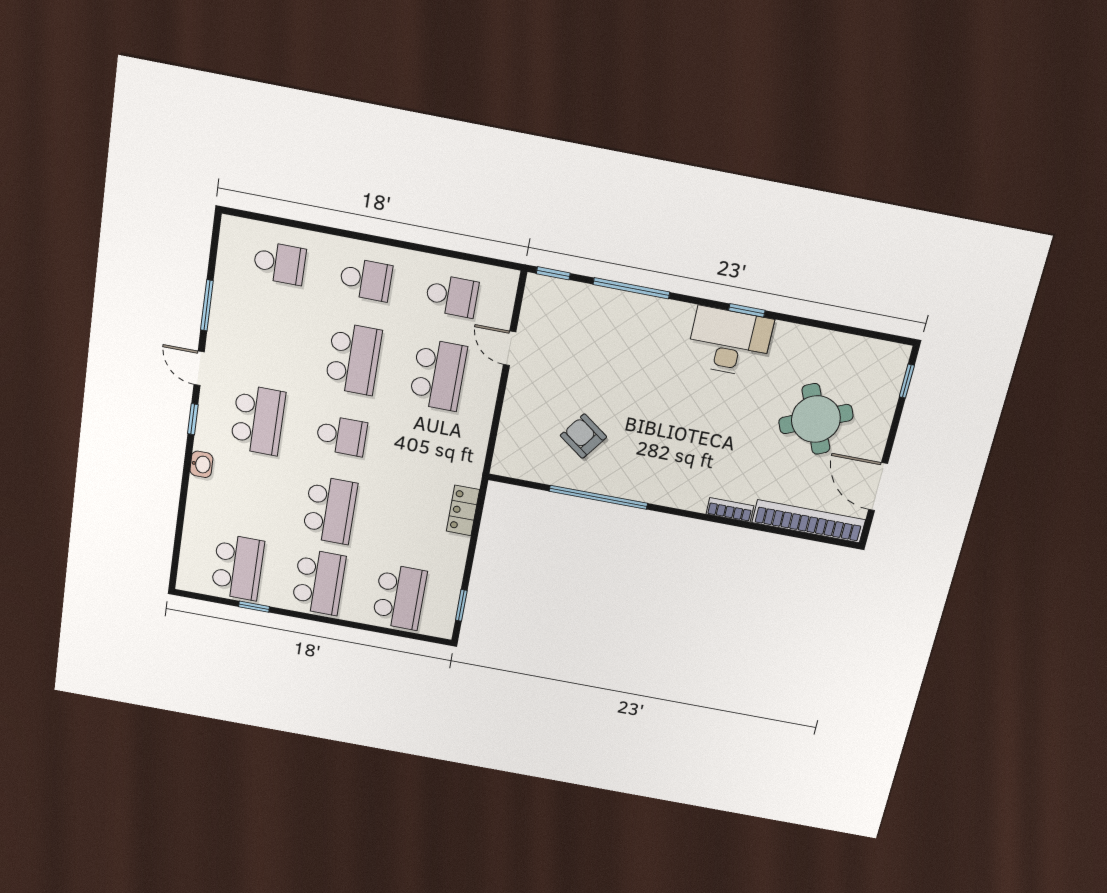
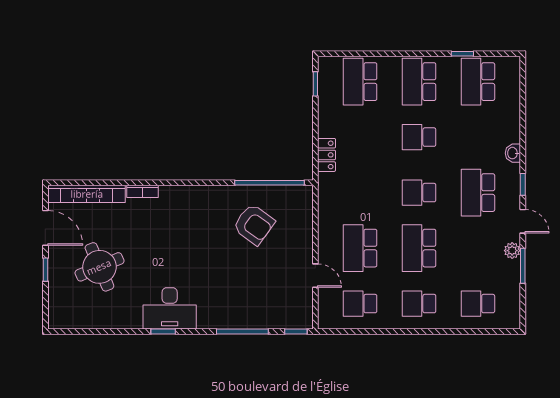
plant: (219, 330) -> (512, 251), added
window: (907, 381) -> (45, 270), moved
armchair: (583, 436) -> (254, 224), width x1.38, depth x1.38
window: (598, 497) -> (270, 183), moved
school desk: (330, 510) -> (419, 137), width x0.54

